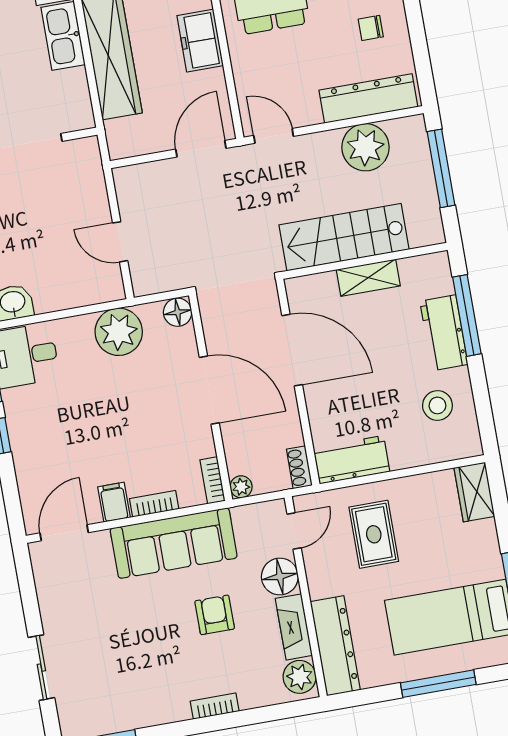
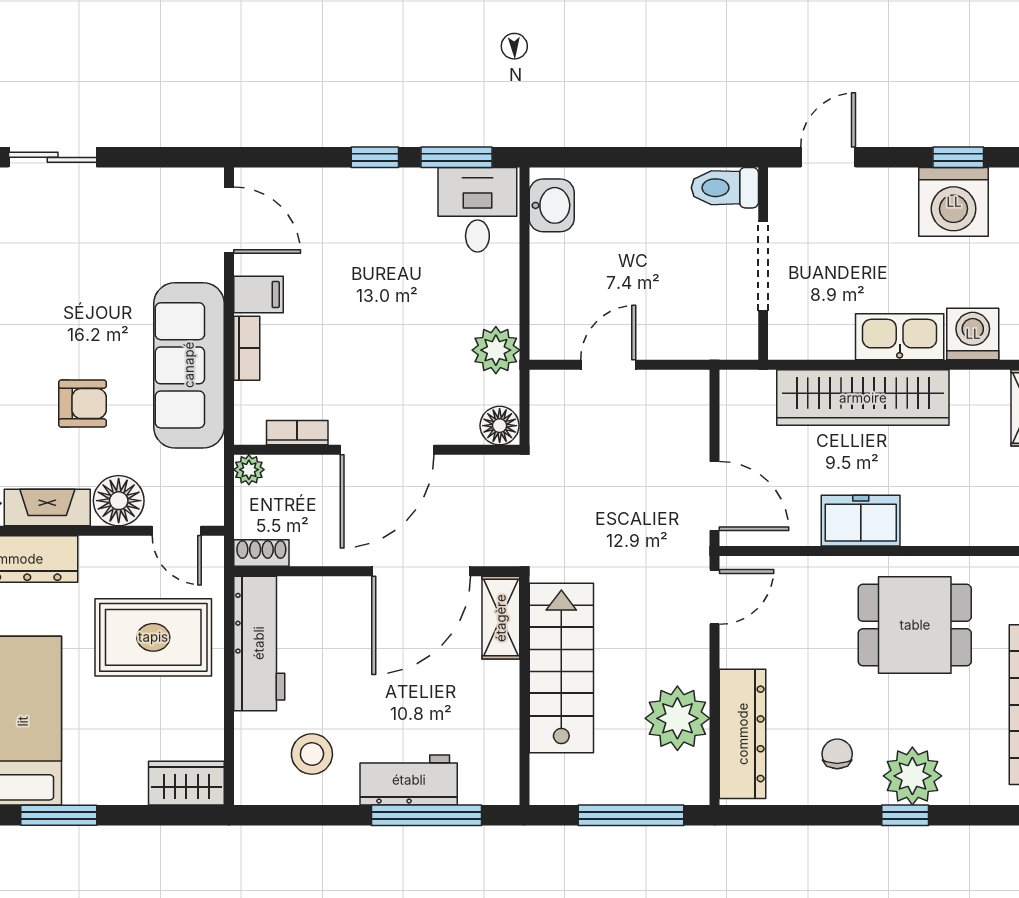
shelving: (368, 278) -> (501, 618), moved
plant: (119, 332) -> (496, 350), width x0.73, depth x0.73
workbench: (351, 460) -> (259, 643), width x1.38
bookcase: (212, 480) -> (297, 433), moved
rug: (374, 534) -> (153, 637), width x1.36, depth x1.43

